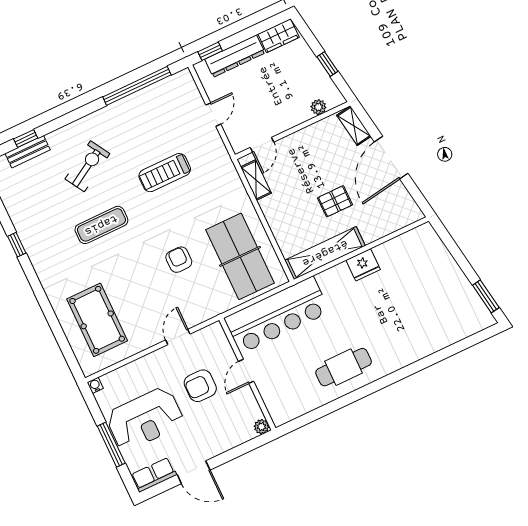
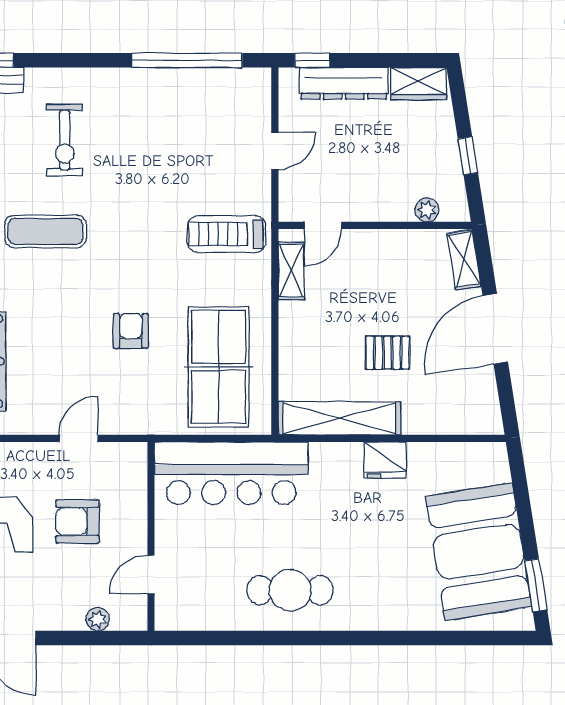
exercise bike: (87, 166) -> (65, 140), turned 121
treadmill: (165, 173) -> (227, 234), moved
booth: (443, 293) -> (479, 552), added
door: (246, 371) -> (151, 575), moved
plant: (261, 427) -> (98, 619), moved

